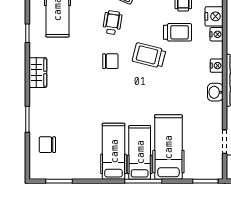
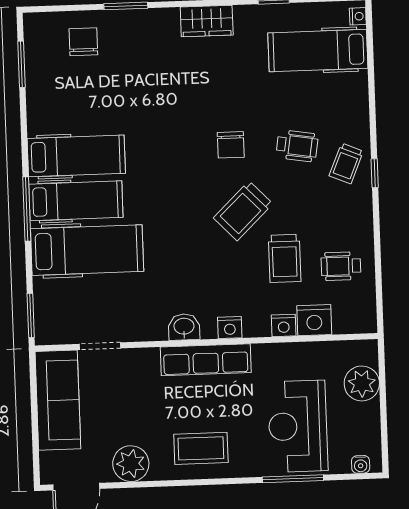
trolley: (149, 55) -> (243, 211), turned -148

